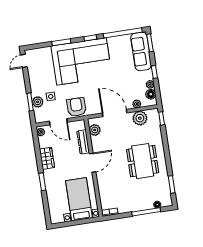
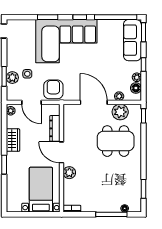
plant: (95, 130) -> (69, 173), moved
dining table: (143, 161) -> (116, 141), moved, turned 90
door: (93, 163) -> (62, 152), swing flipped

